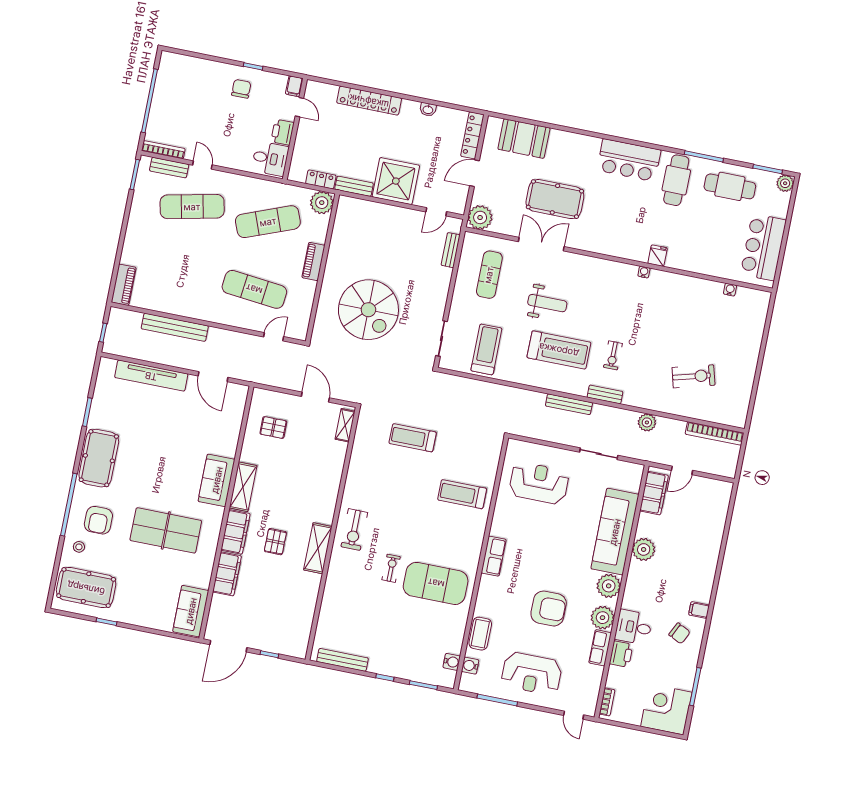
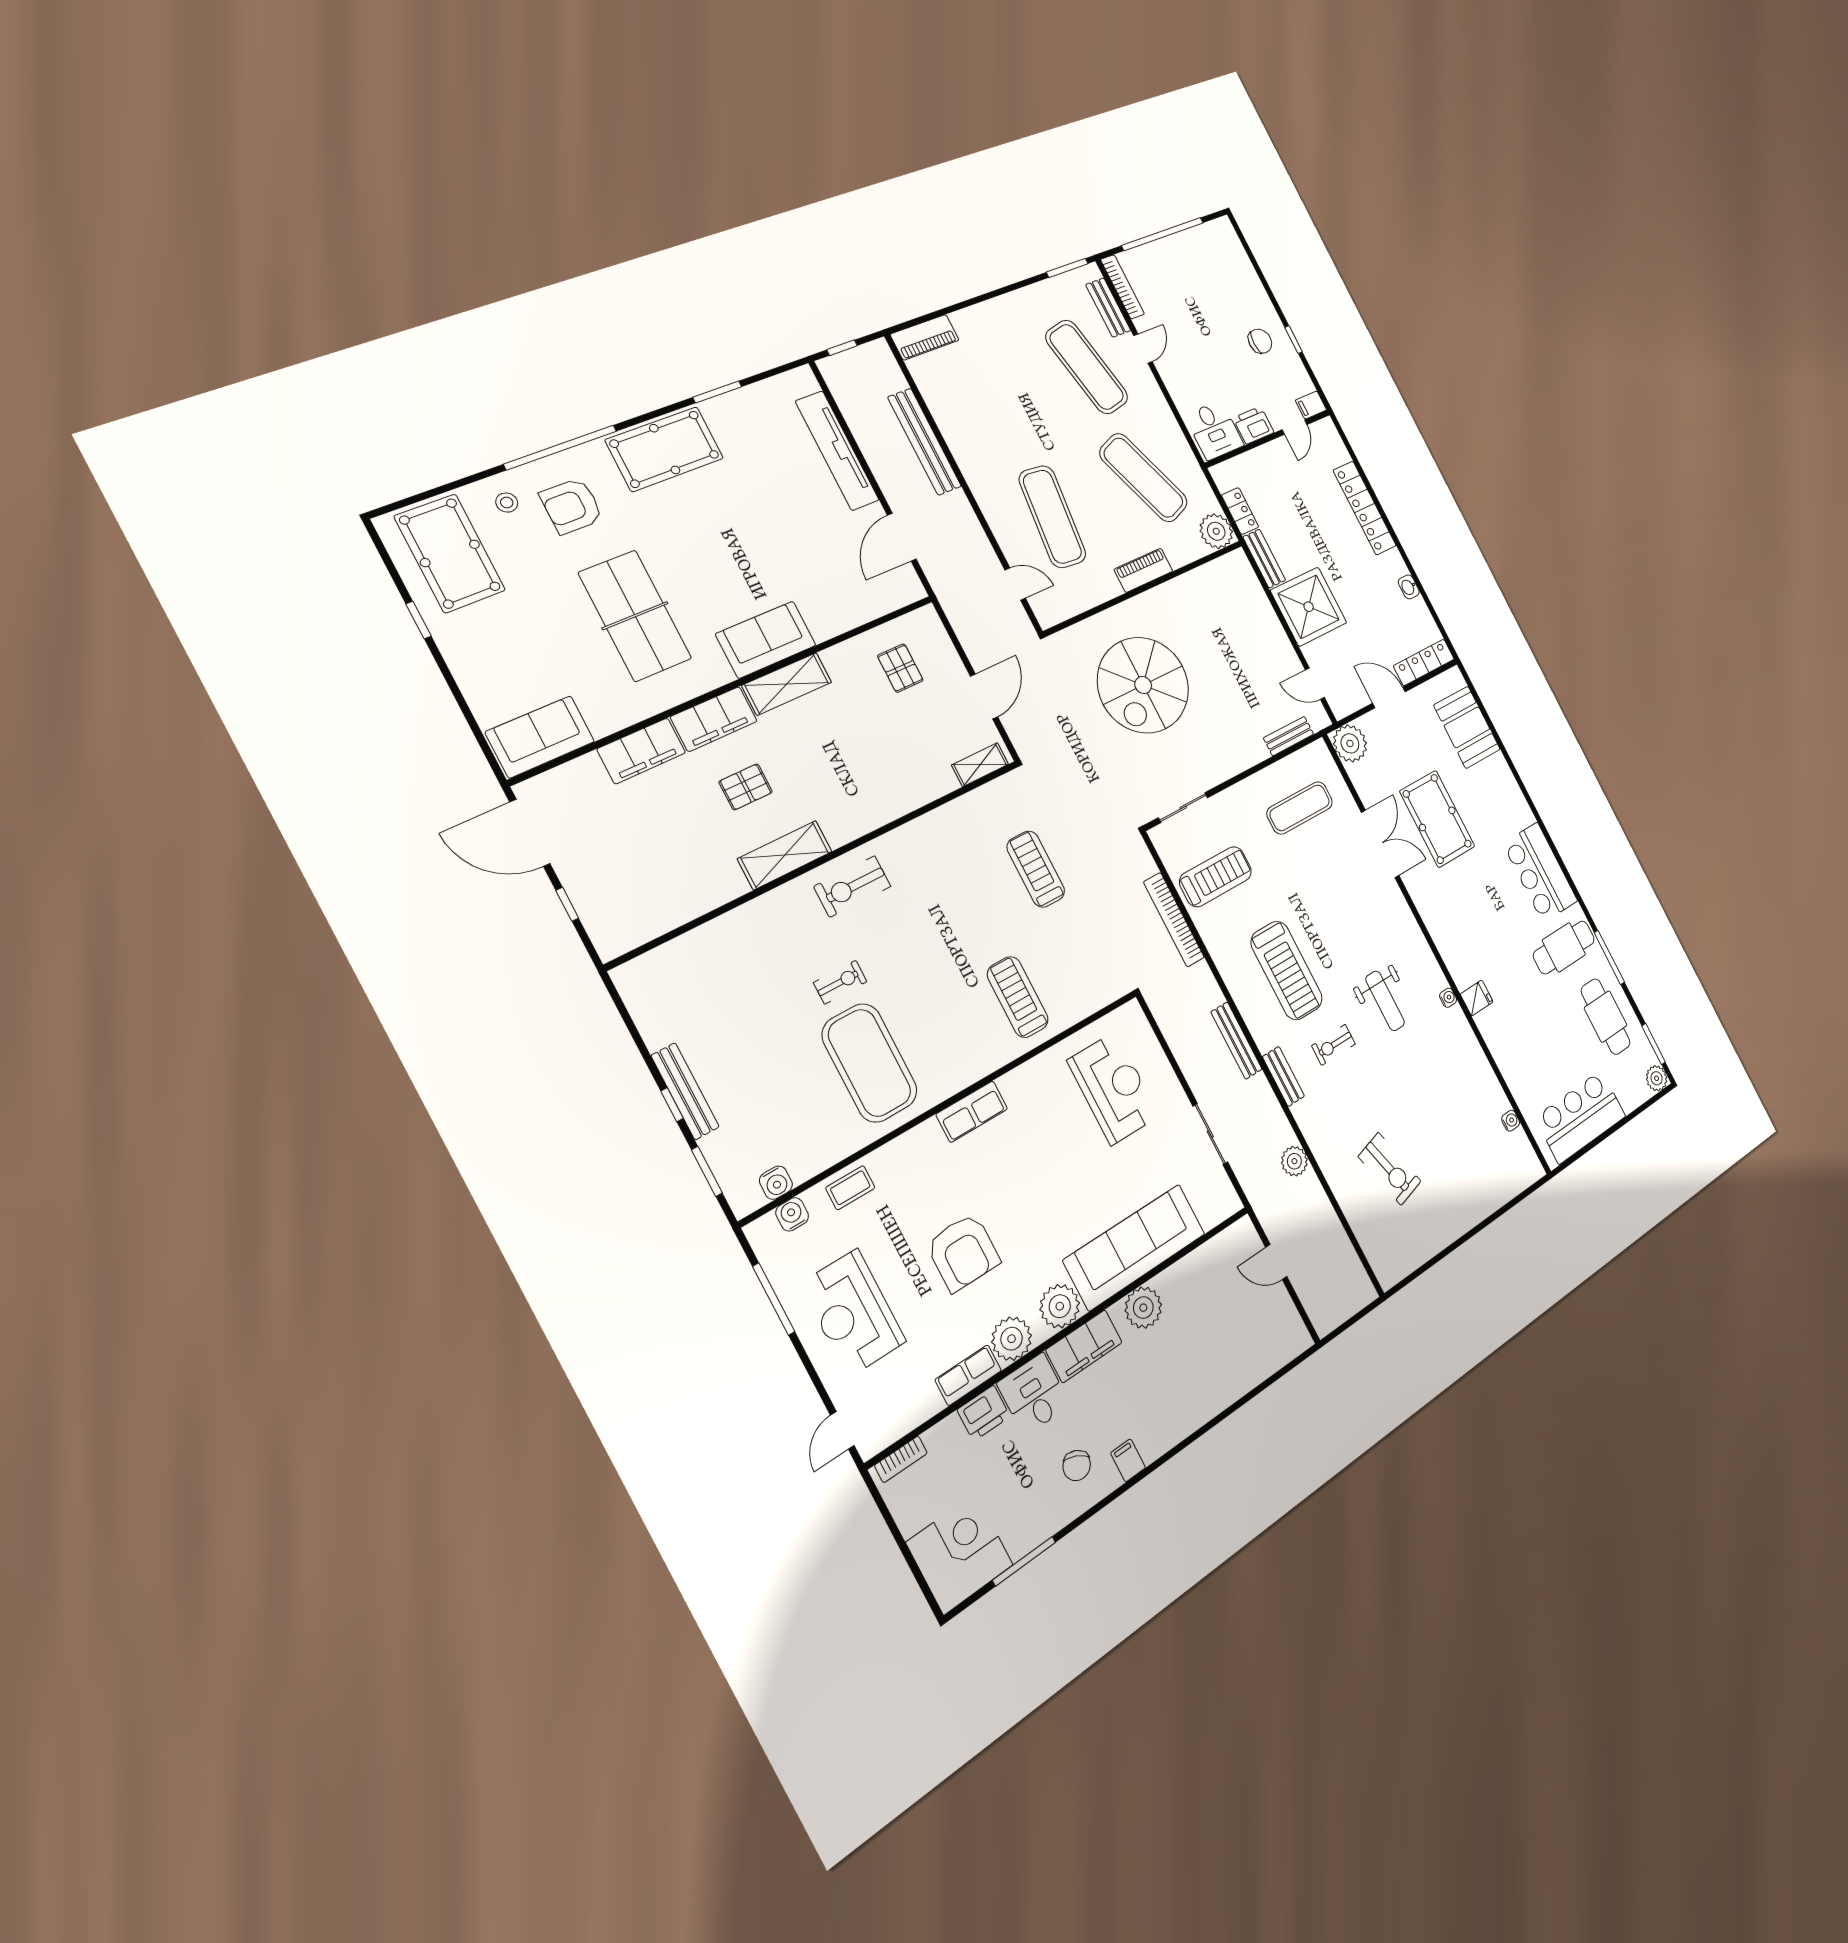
weight bench: (547, 303) -> (1385, 1001), moved
bookcase: (715, 434) -> (1174, 920), moved
filing cabinet: (654, 493) -> (1084, 1346), moved
coffee table: (480, 634) -> (850, 1188), width x0.73, depth x0.77
bench: (343, 660) -> (685, 1091), moved

